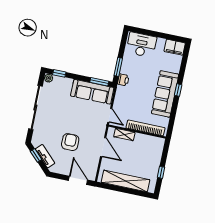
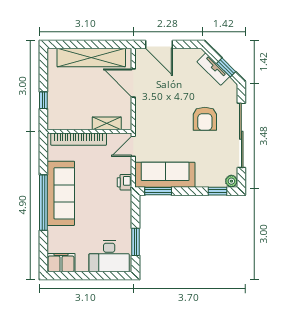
window: (118, 67) -> (136, 242), moved
printer: (123, 80) -> (125, 182), moved
window: (178, 90) -> (43, 203), width x3.17
door: (110, 115) -> (133, 146), hinge flipped
armchair: (70, 142) -> (205, 119), moved
door: (103, 147) -> (133, 83), moved
window: (161, 172) -> (43, 100), moved

